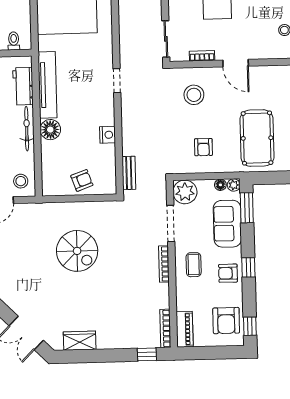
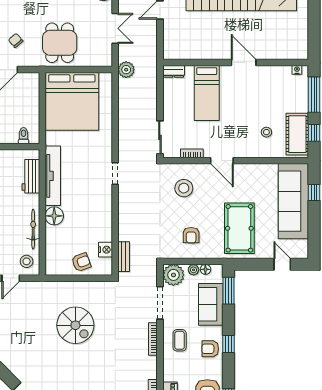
bicycle: (27, 129) -> (33, 229), moved
nightstand: (108, 135) -> (105, 250), moved
plant: (234, 185) -> (194, 270), moved

